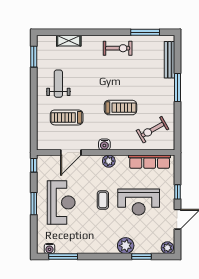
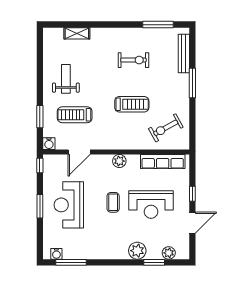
exercise bike: (118, 48) -> (133, 60), moved
window: (34, 57) -> (40, 117), moved
water cooler: (104, 145) -> (49, 144), moved
reception desk: (61, 202) -> (69, 205), turned 180
plant: (167, 248) -> (169, 253), moved

